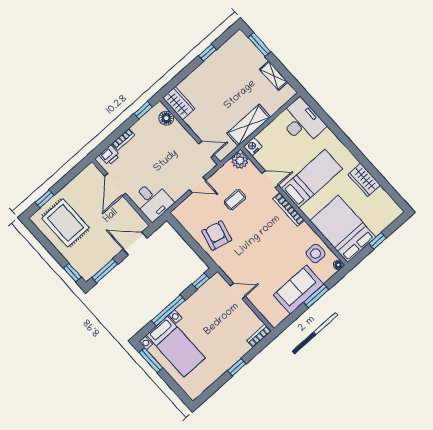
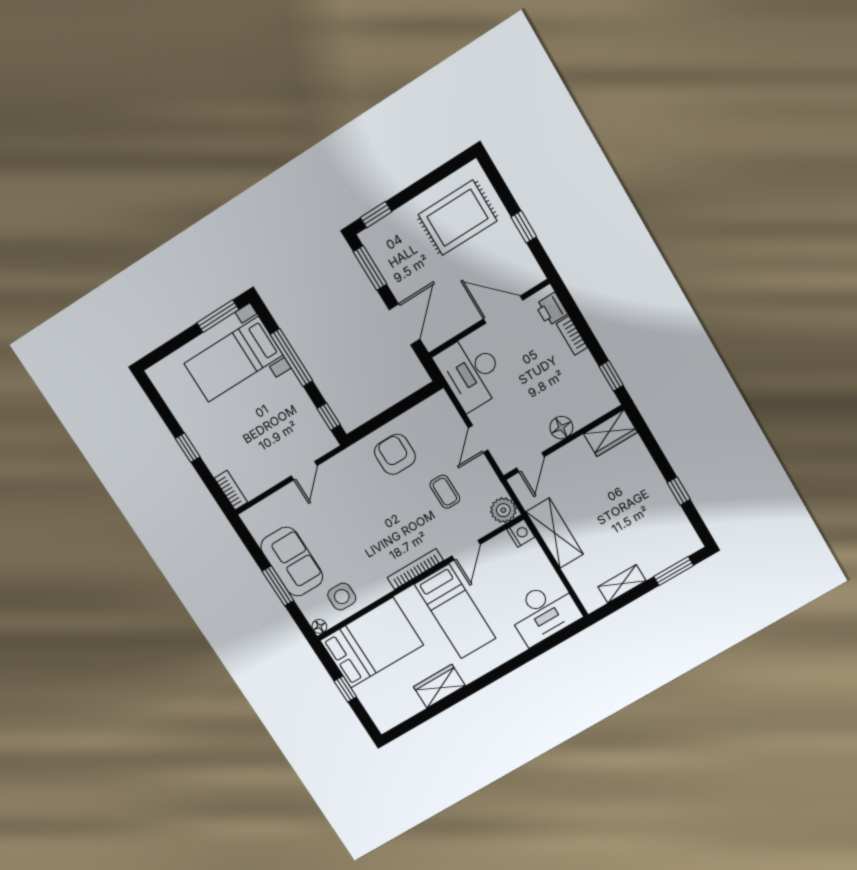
floor lamp: (166, 118) -> (561, 428), moved
window: (45, 199) -> (524, 227), moved
desk: (153, 201) -> (471, 372), width x1.37
armchair: (217, 235) -> (395, 454), turned -104

